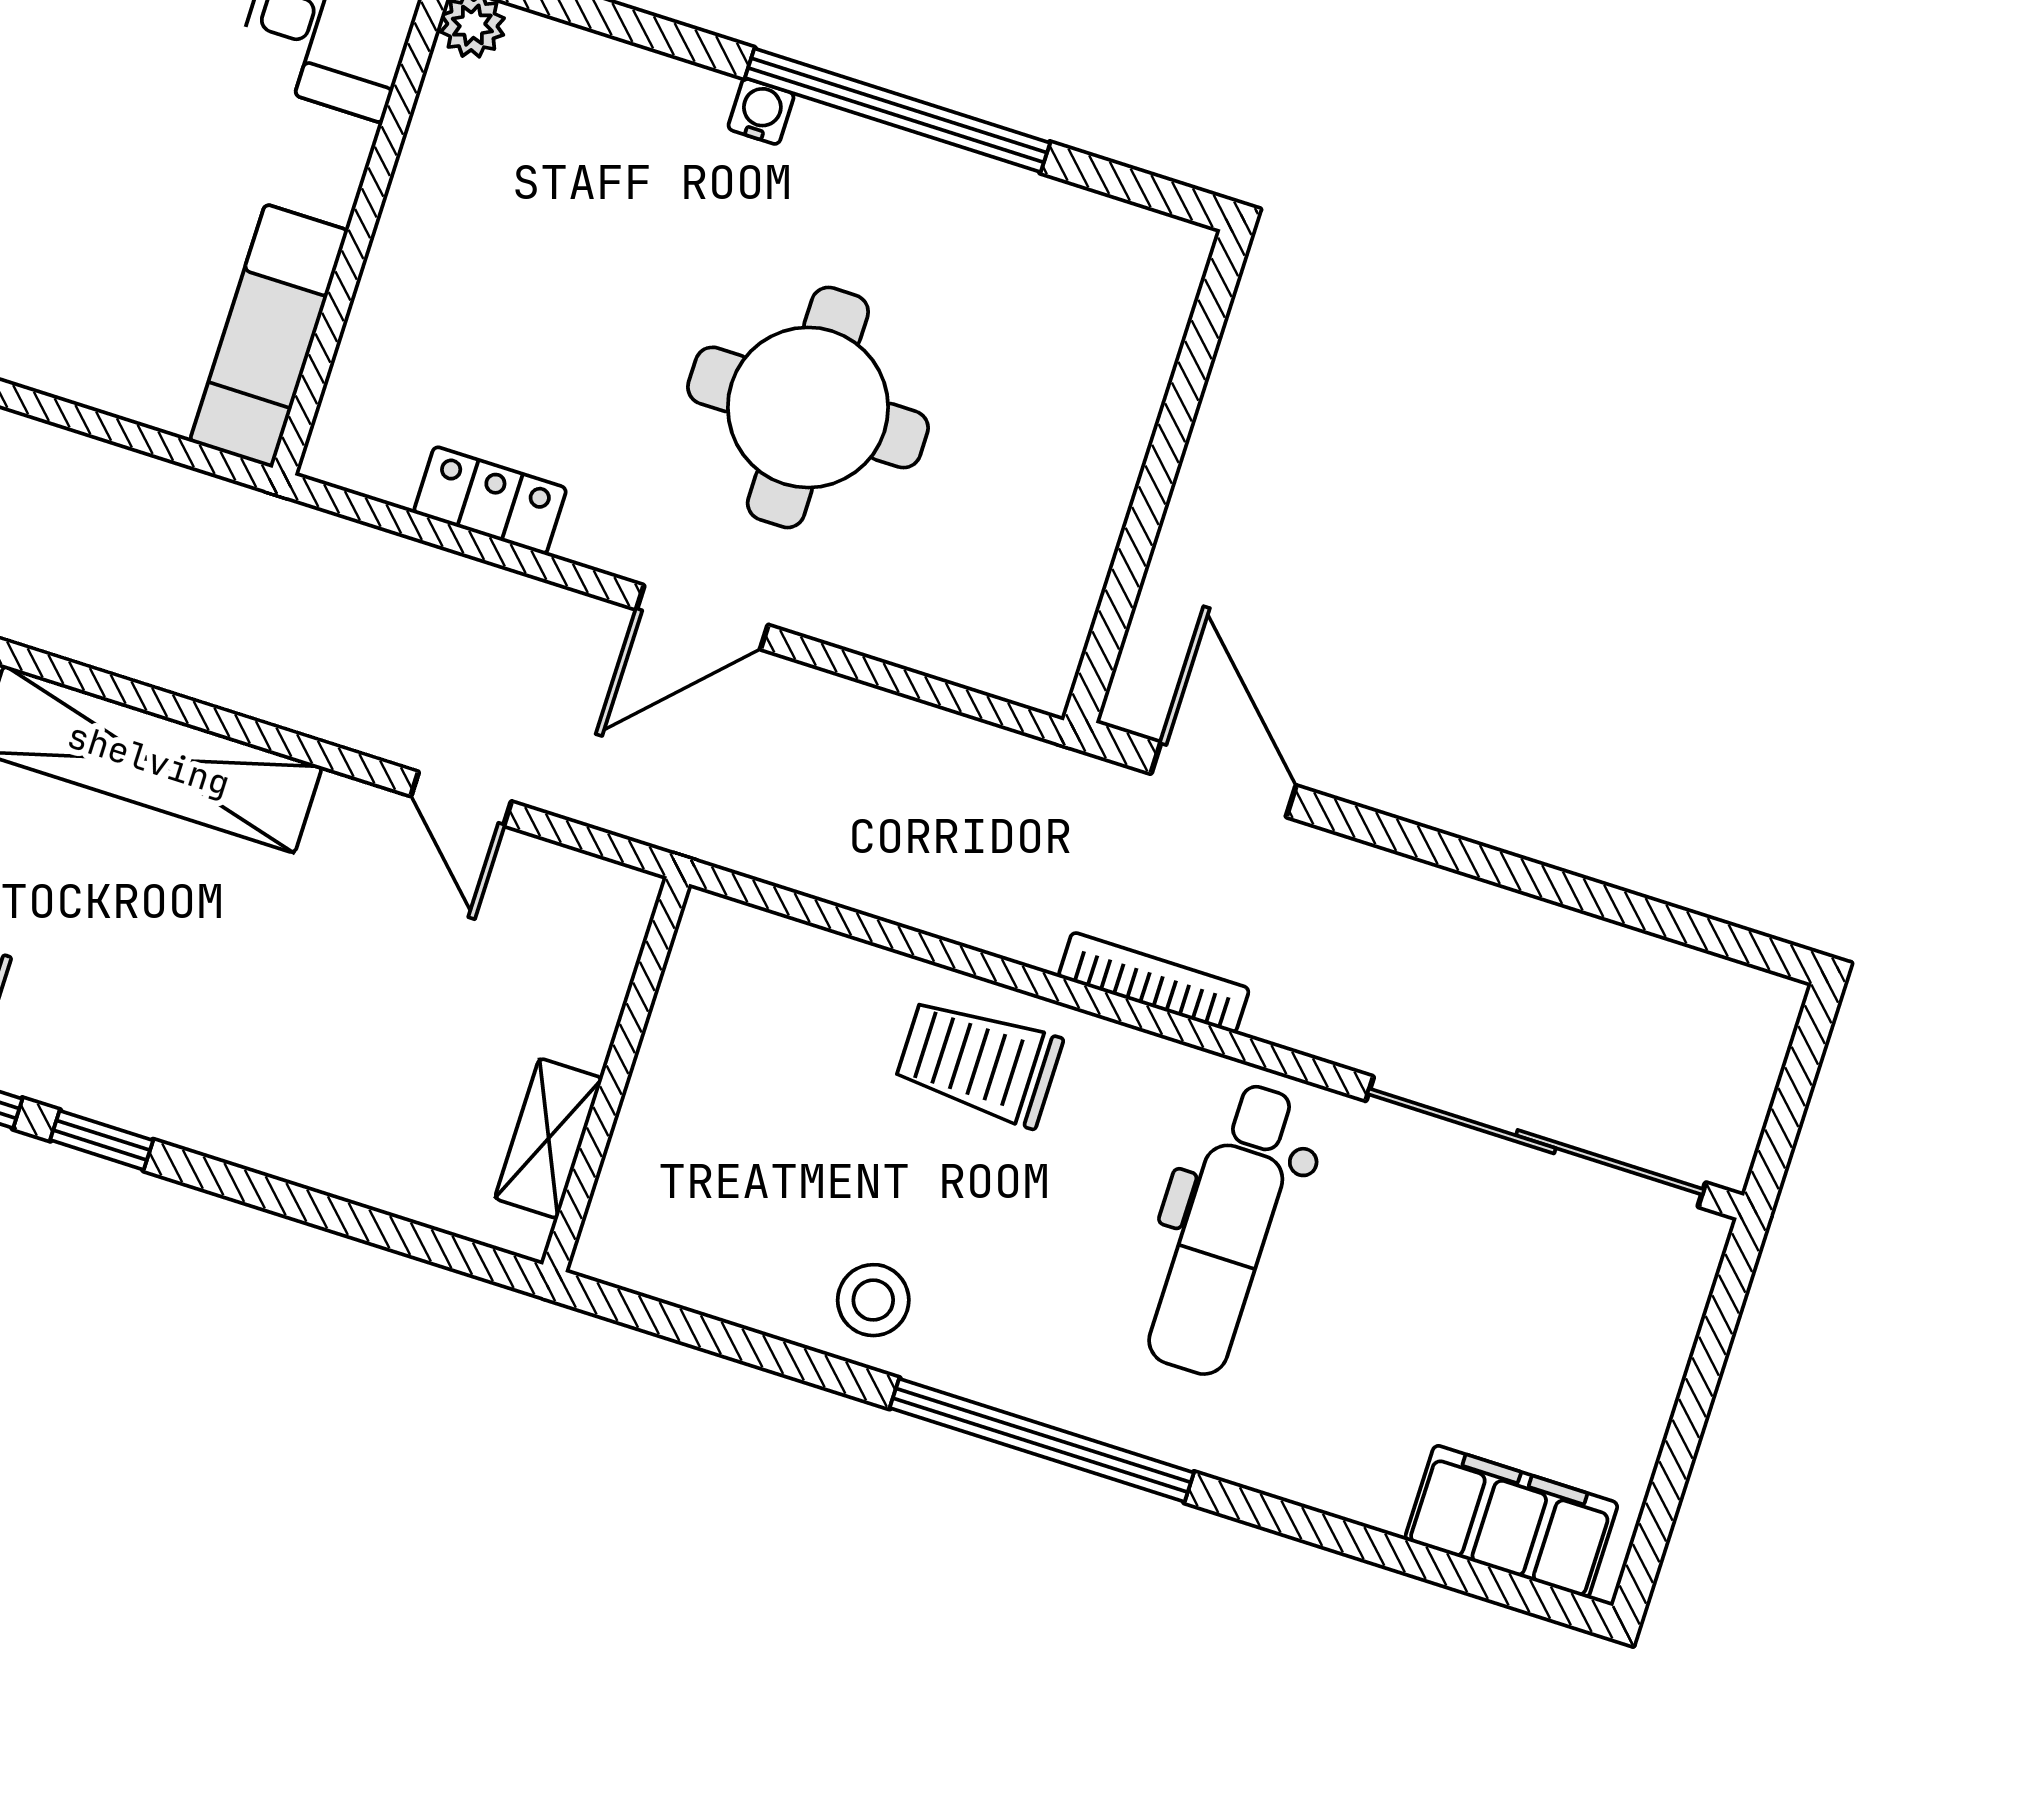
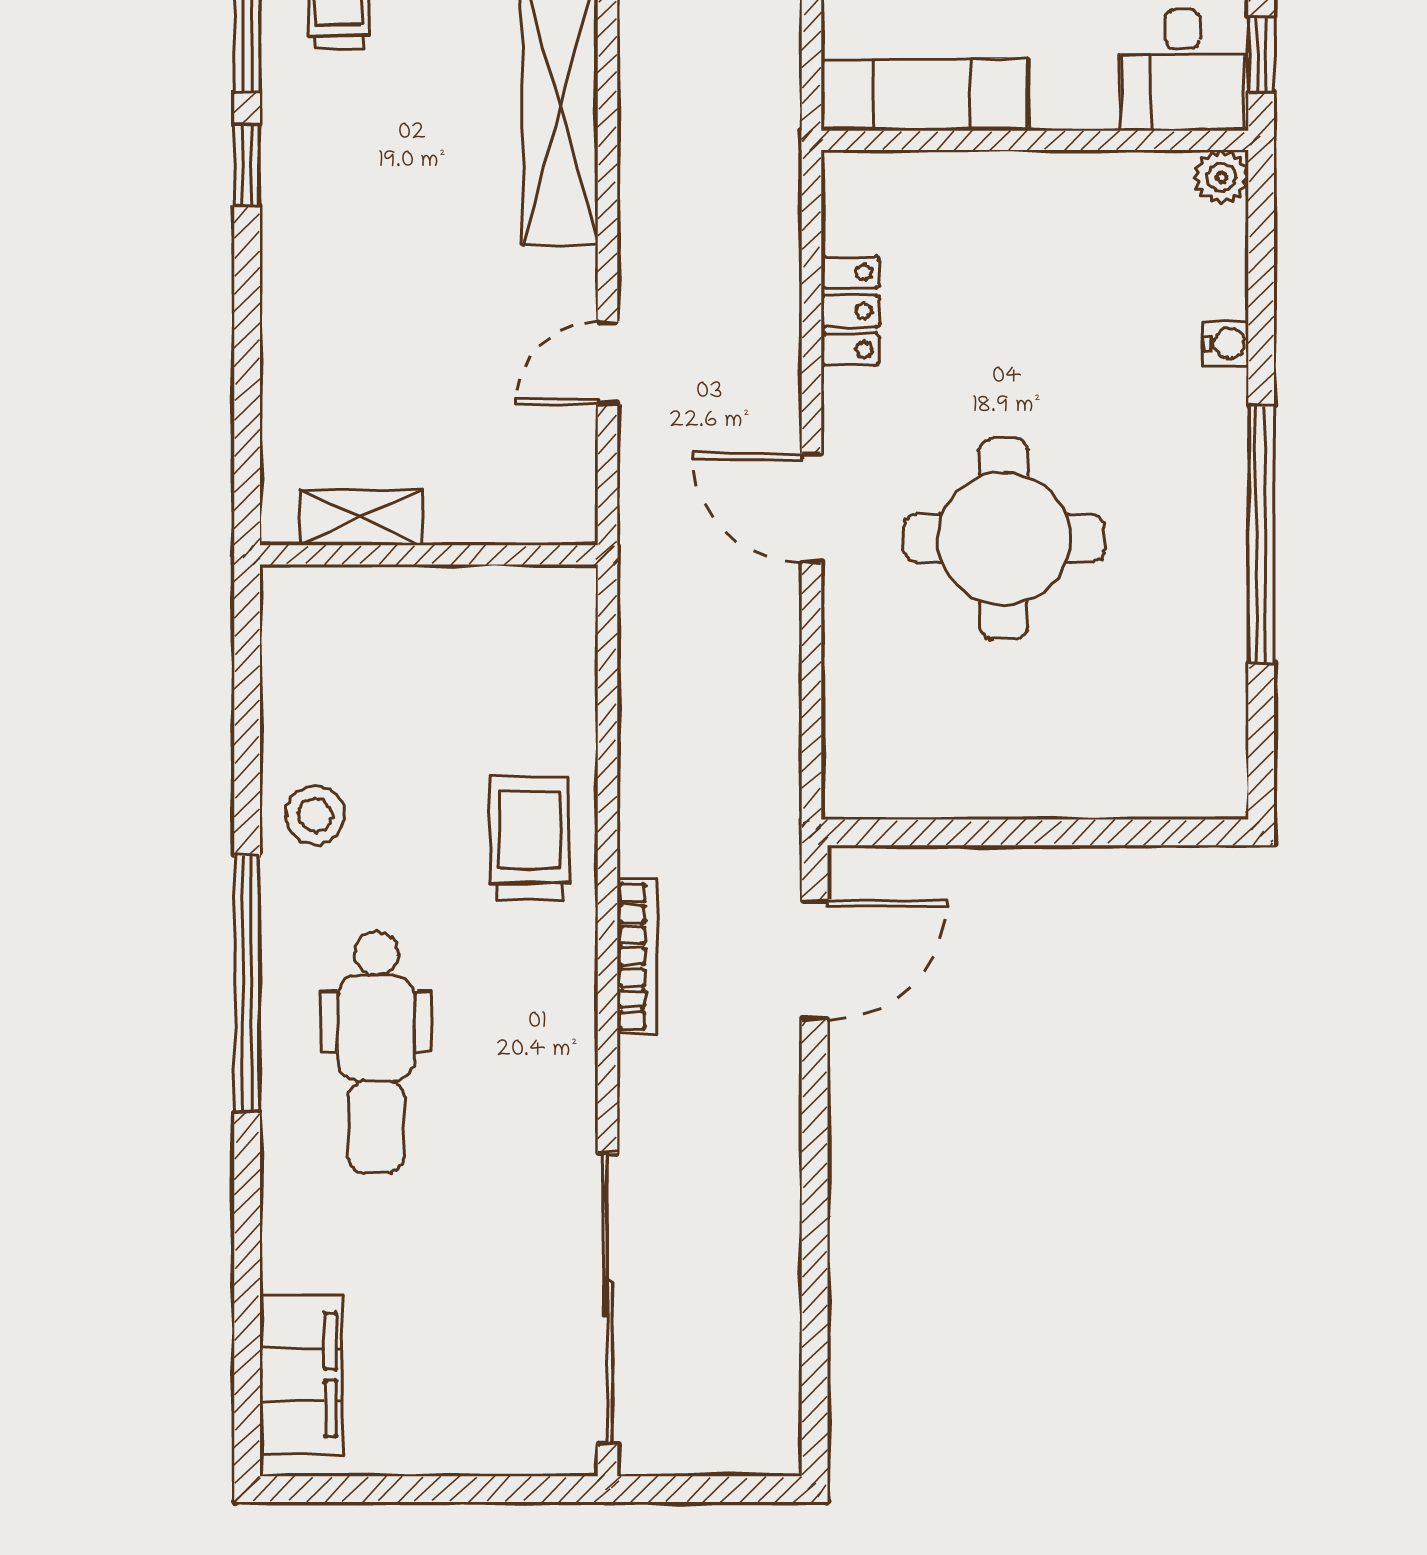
water cooler: (761, 111) -> (1226, 344), moved
dental chair: (1226, 1229) -> (376, 1052), moved, turned -90

